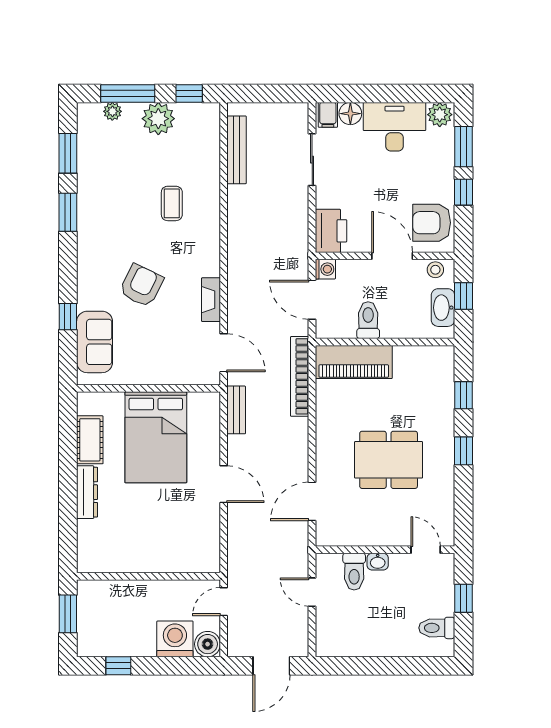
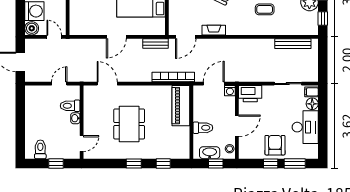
plant: (440, 115) -> (312, 151), removed
armchair: (432, 223) -> (275, 145), moved
toilet: (368, 320) -> (203, 128), moved

